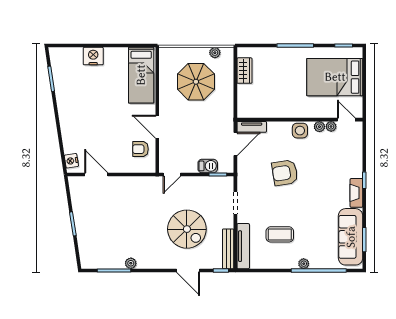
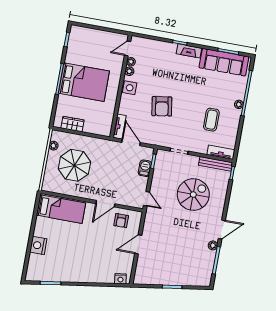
bed: (335, 77) -> (84, 82), moved, turned -90
door: (96, 174) -> (138, 244), moved
tv unit: (243, 246) -> (221, 152), width x0.71
door: (188, 270) -> (222, 230), moved

